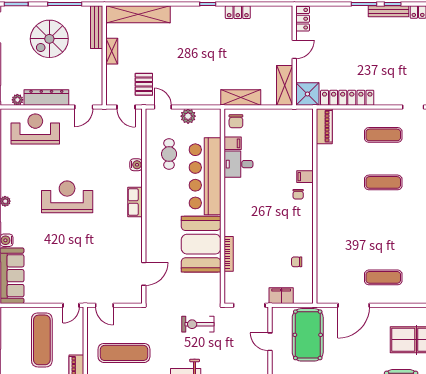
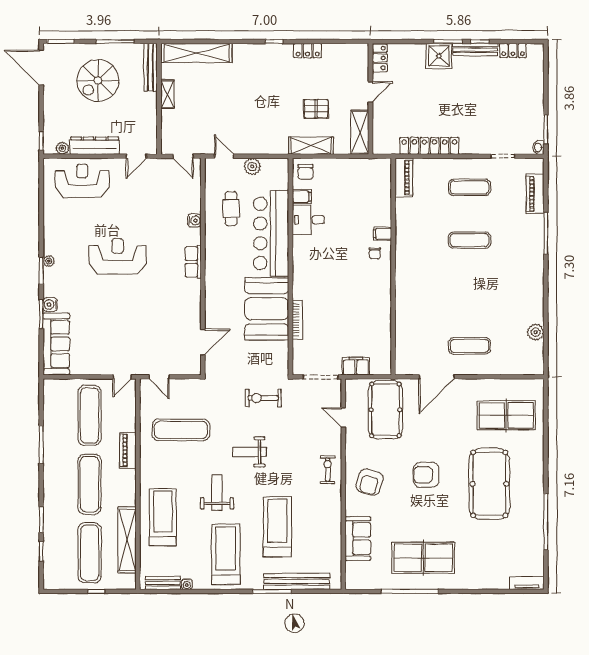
pallet: (144, 84) -> (316, 109), moved, turned 90
shower: (307, 94) -> (439, 56), moved
chair: (297, 262) -> (373, 328), removed

